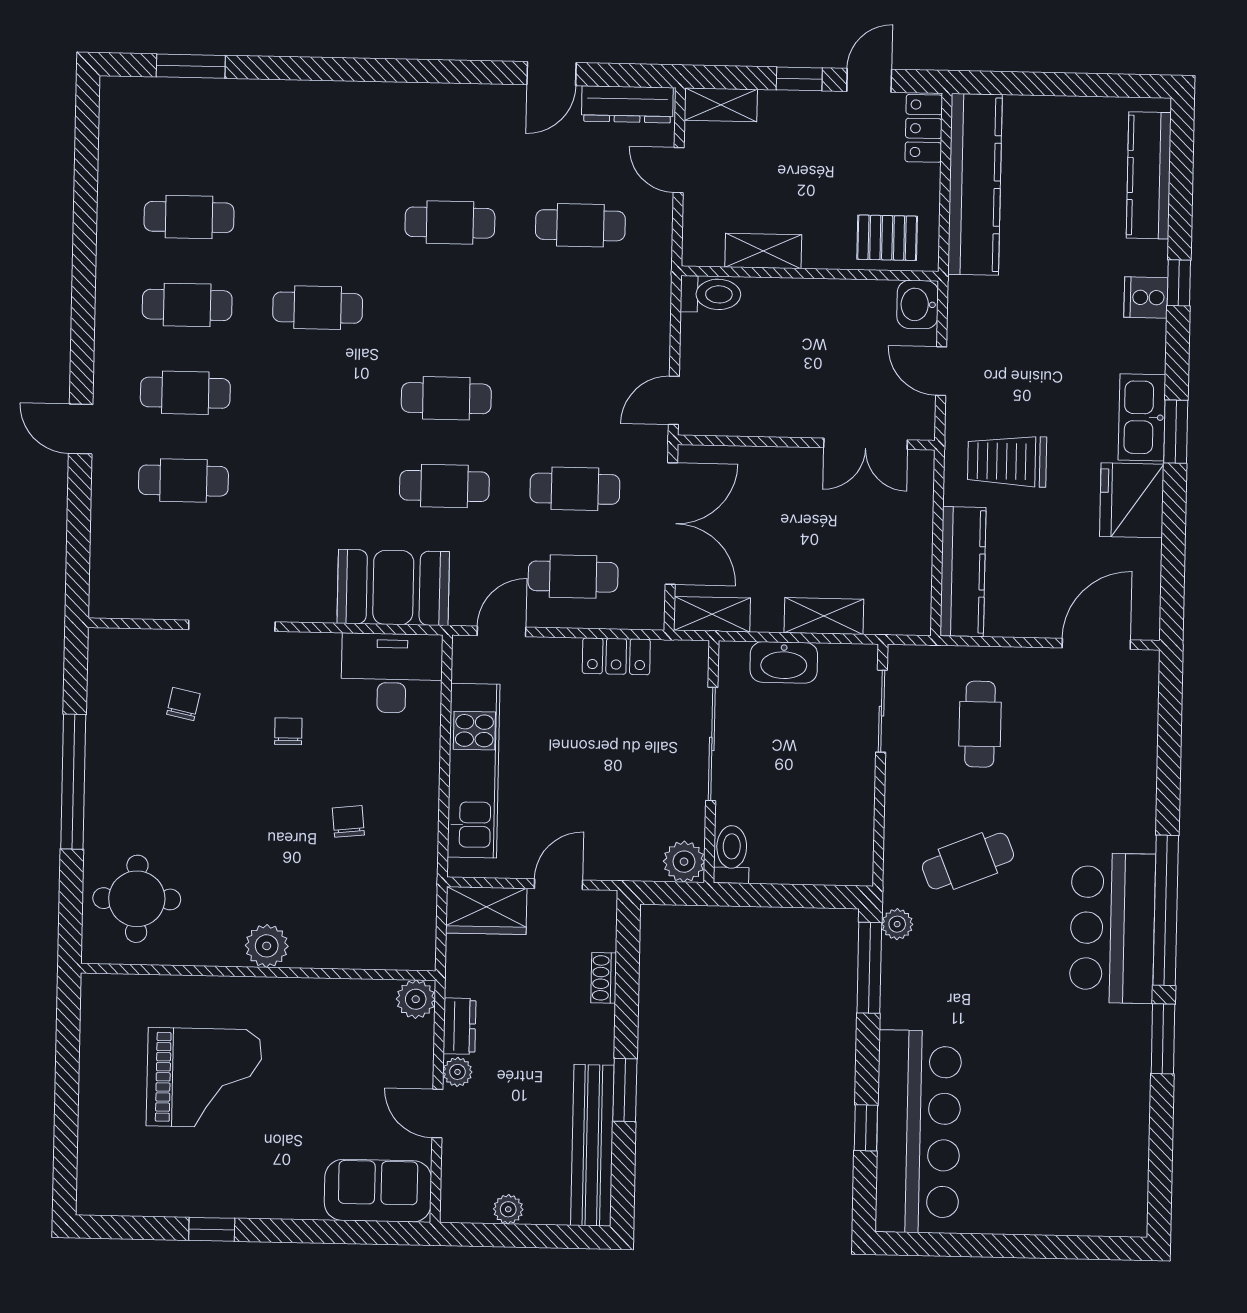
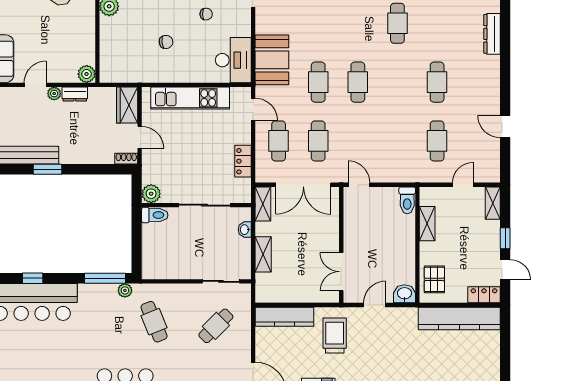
dresser: (627, 104) -> (492, 34), moved
washbasin: (784, 662) -> (245, 230), width x0.52, depth x0.69
cafe table: (980, 724) -> (216, 326), turned -45
shoe rack: (604, 978) -> (126, 159), moved

